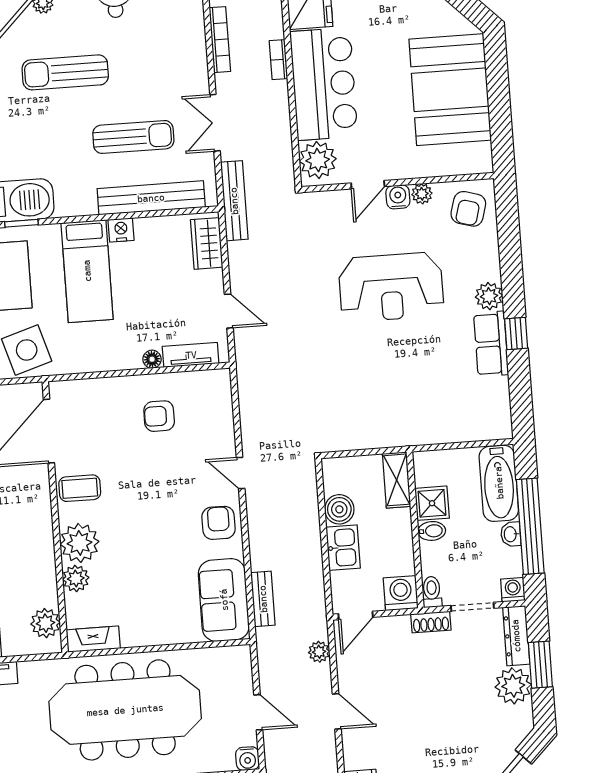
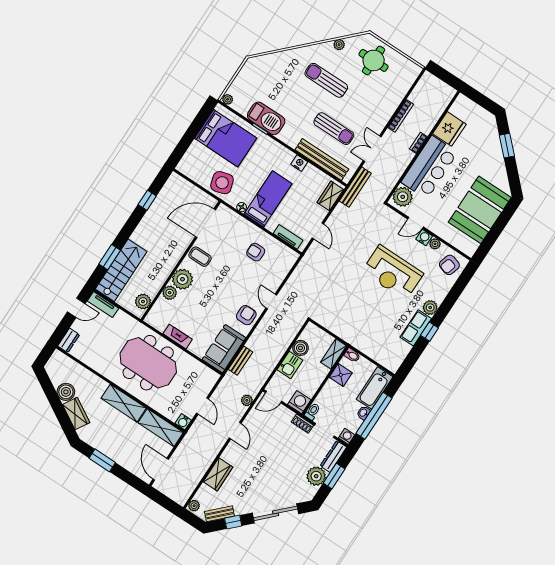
bed: (87, 271) -> (268, 199), moved, turned 180
floor lamp: (152, 359) -> (242, 207), moved
bidet: (432, 531) -> (352, 355), moved
fireplace: (93, 639) -> (178, 337), moved
meeting table: (125, 710) -> (148, 363), width x0.73

